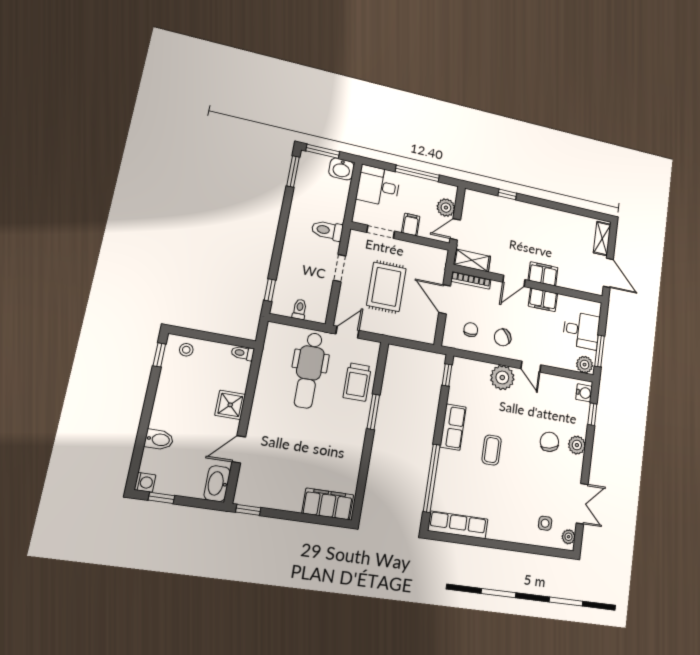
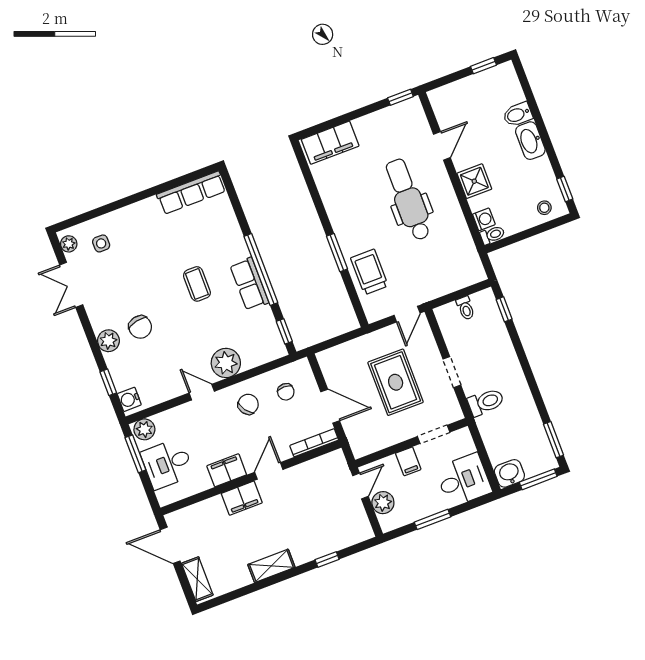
window: (417, 173) -> (433, 519), width x0.69
shelving: (472, 260) -> (271, 566), moved
dental chair: (309, 370) -> (408, 200), moved
window: (432, 478) -> (261, 270), moved
washing machine: (145, 482) -> (484, 219), moved, turned 180
washbasin: (217, 484) -> (530, 141), moved, turned 180

